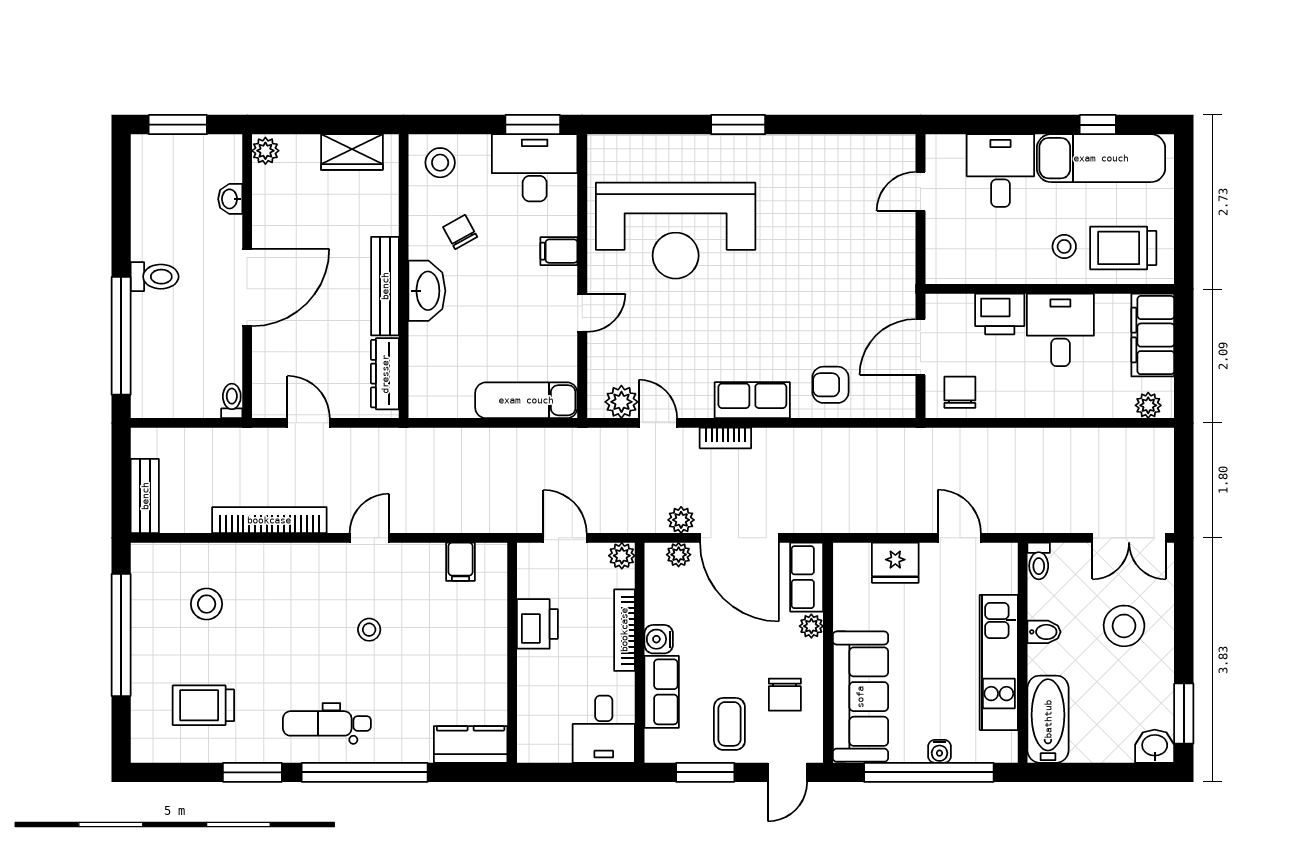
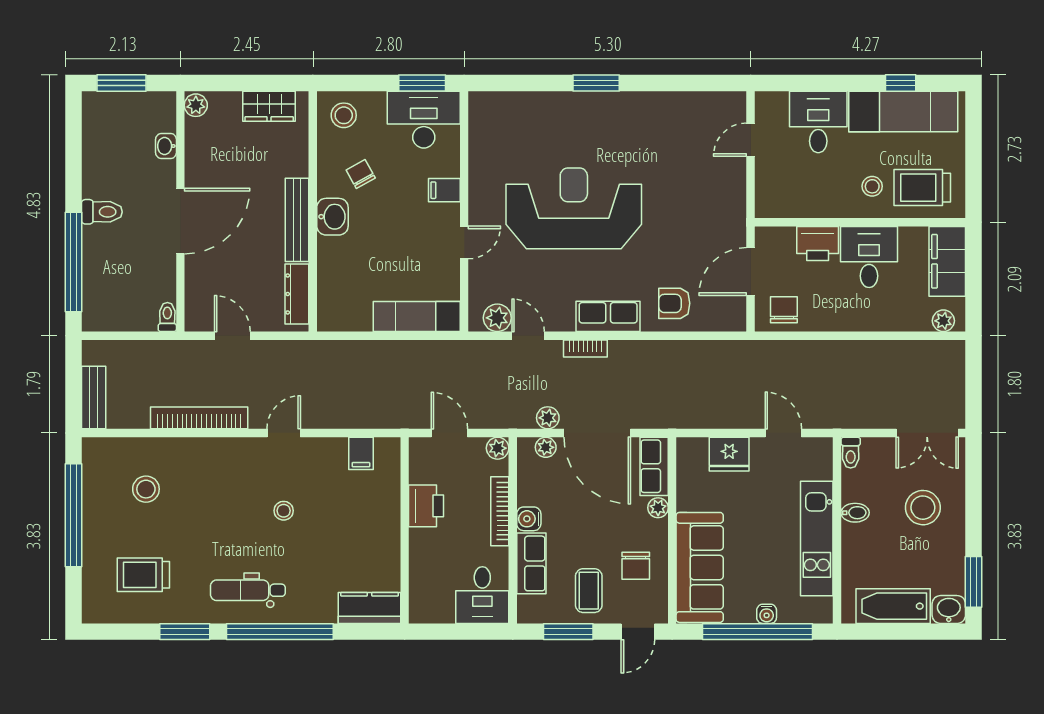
reception desk: (676, 231) -> (574, 208), moved, turned 180
washbasin: (427, 291) -> (332, 217), width x0.72
bathtub: (1048, 719) -> (893, 606), moved, turned -90

